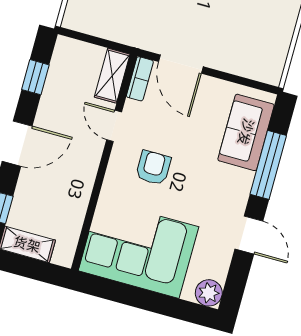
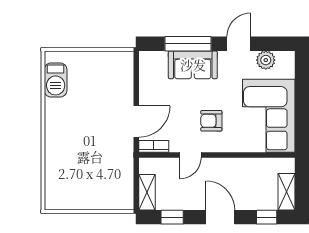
shelving: (112, 76) -> (147, 192), moved, turned 90
sofa: (246, 132) -> (193, 65), moved
plant: (209, 293) -> (266, 60), moved

